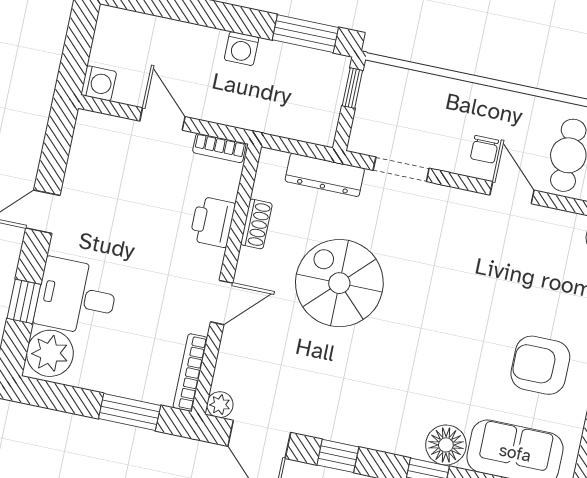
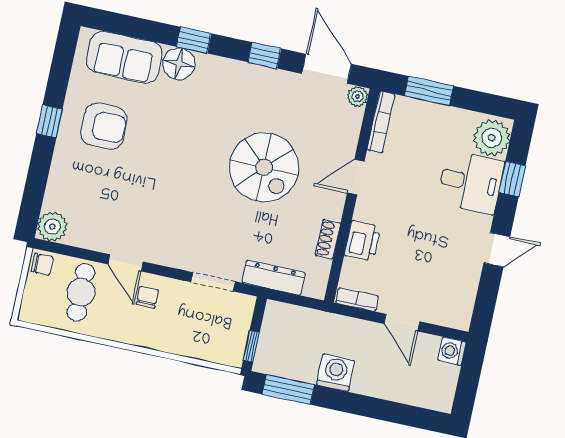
washing machine: (241, 49) -> (336, 373), width x1.38, depth x1.38
spiral stairs: (339, 283) -> (264, 167), moved

